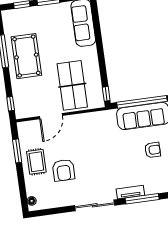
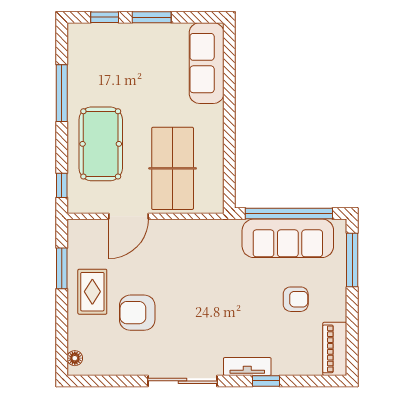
pool table: (26, 56) -> (101, 144), moved
window: (106, 94) -> (229, 191), removed
armchair: (64, 170) -> (137, 313), turned 90
window: (142, 199) -> (266, 381), width x0.46

